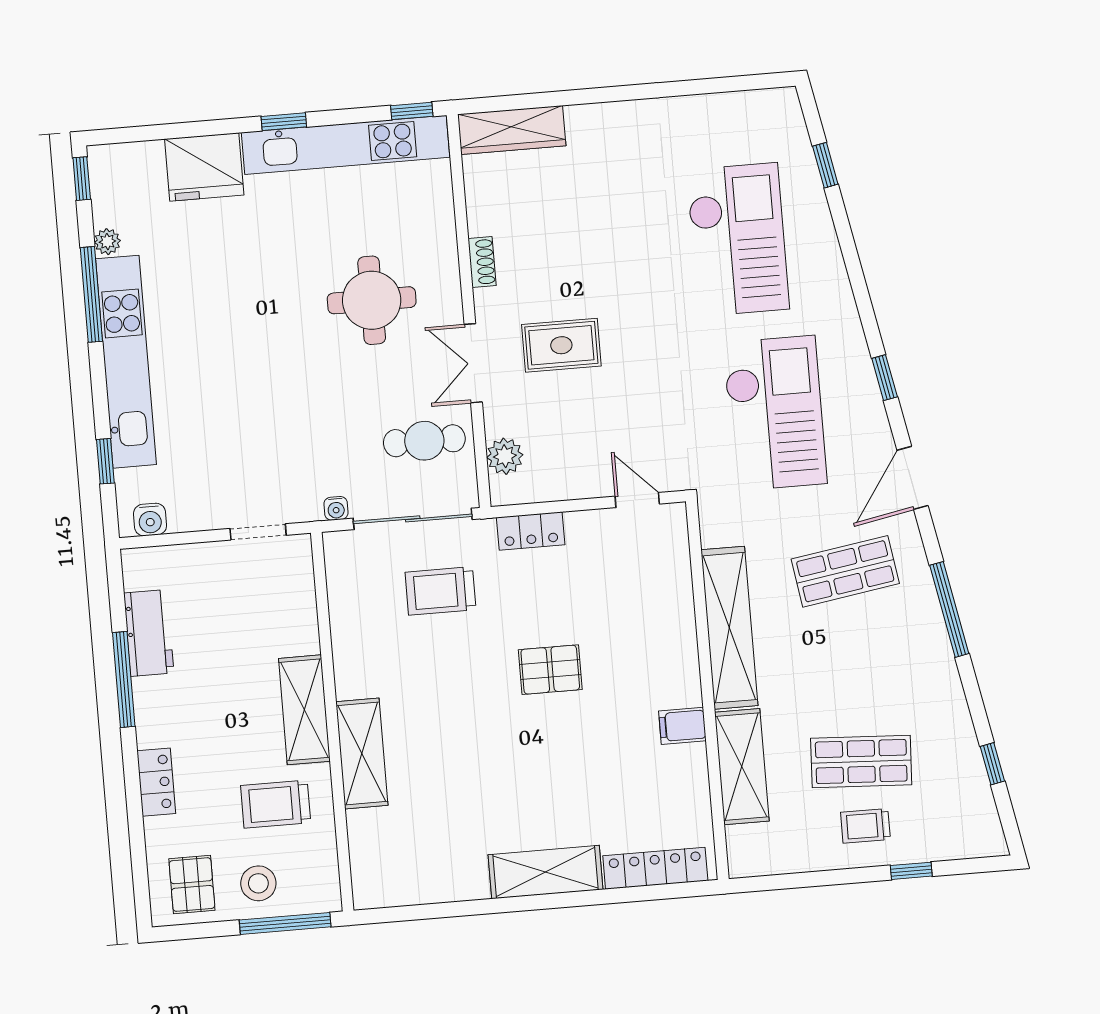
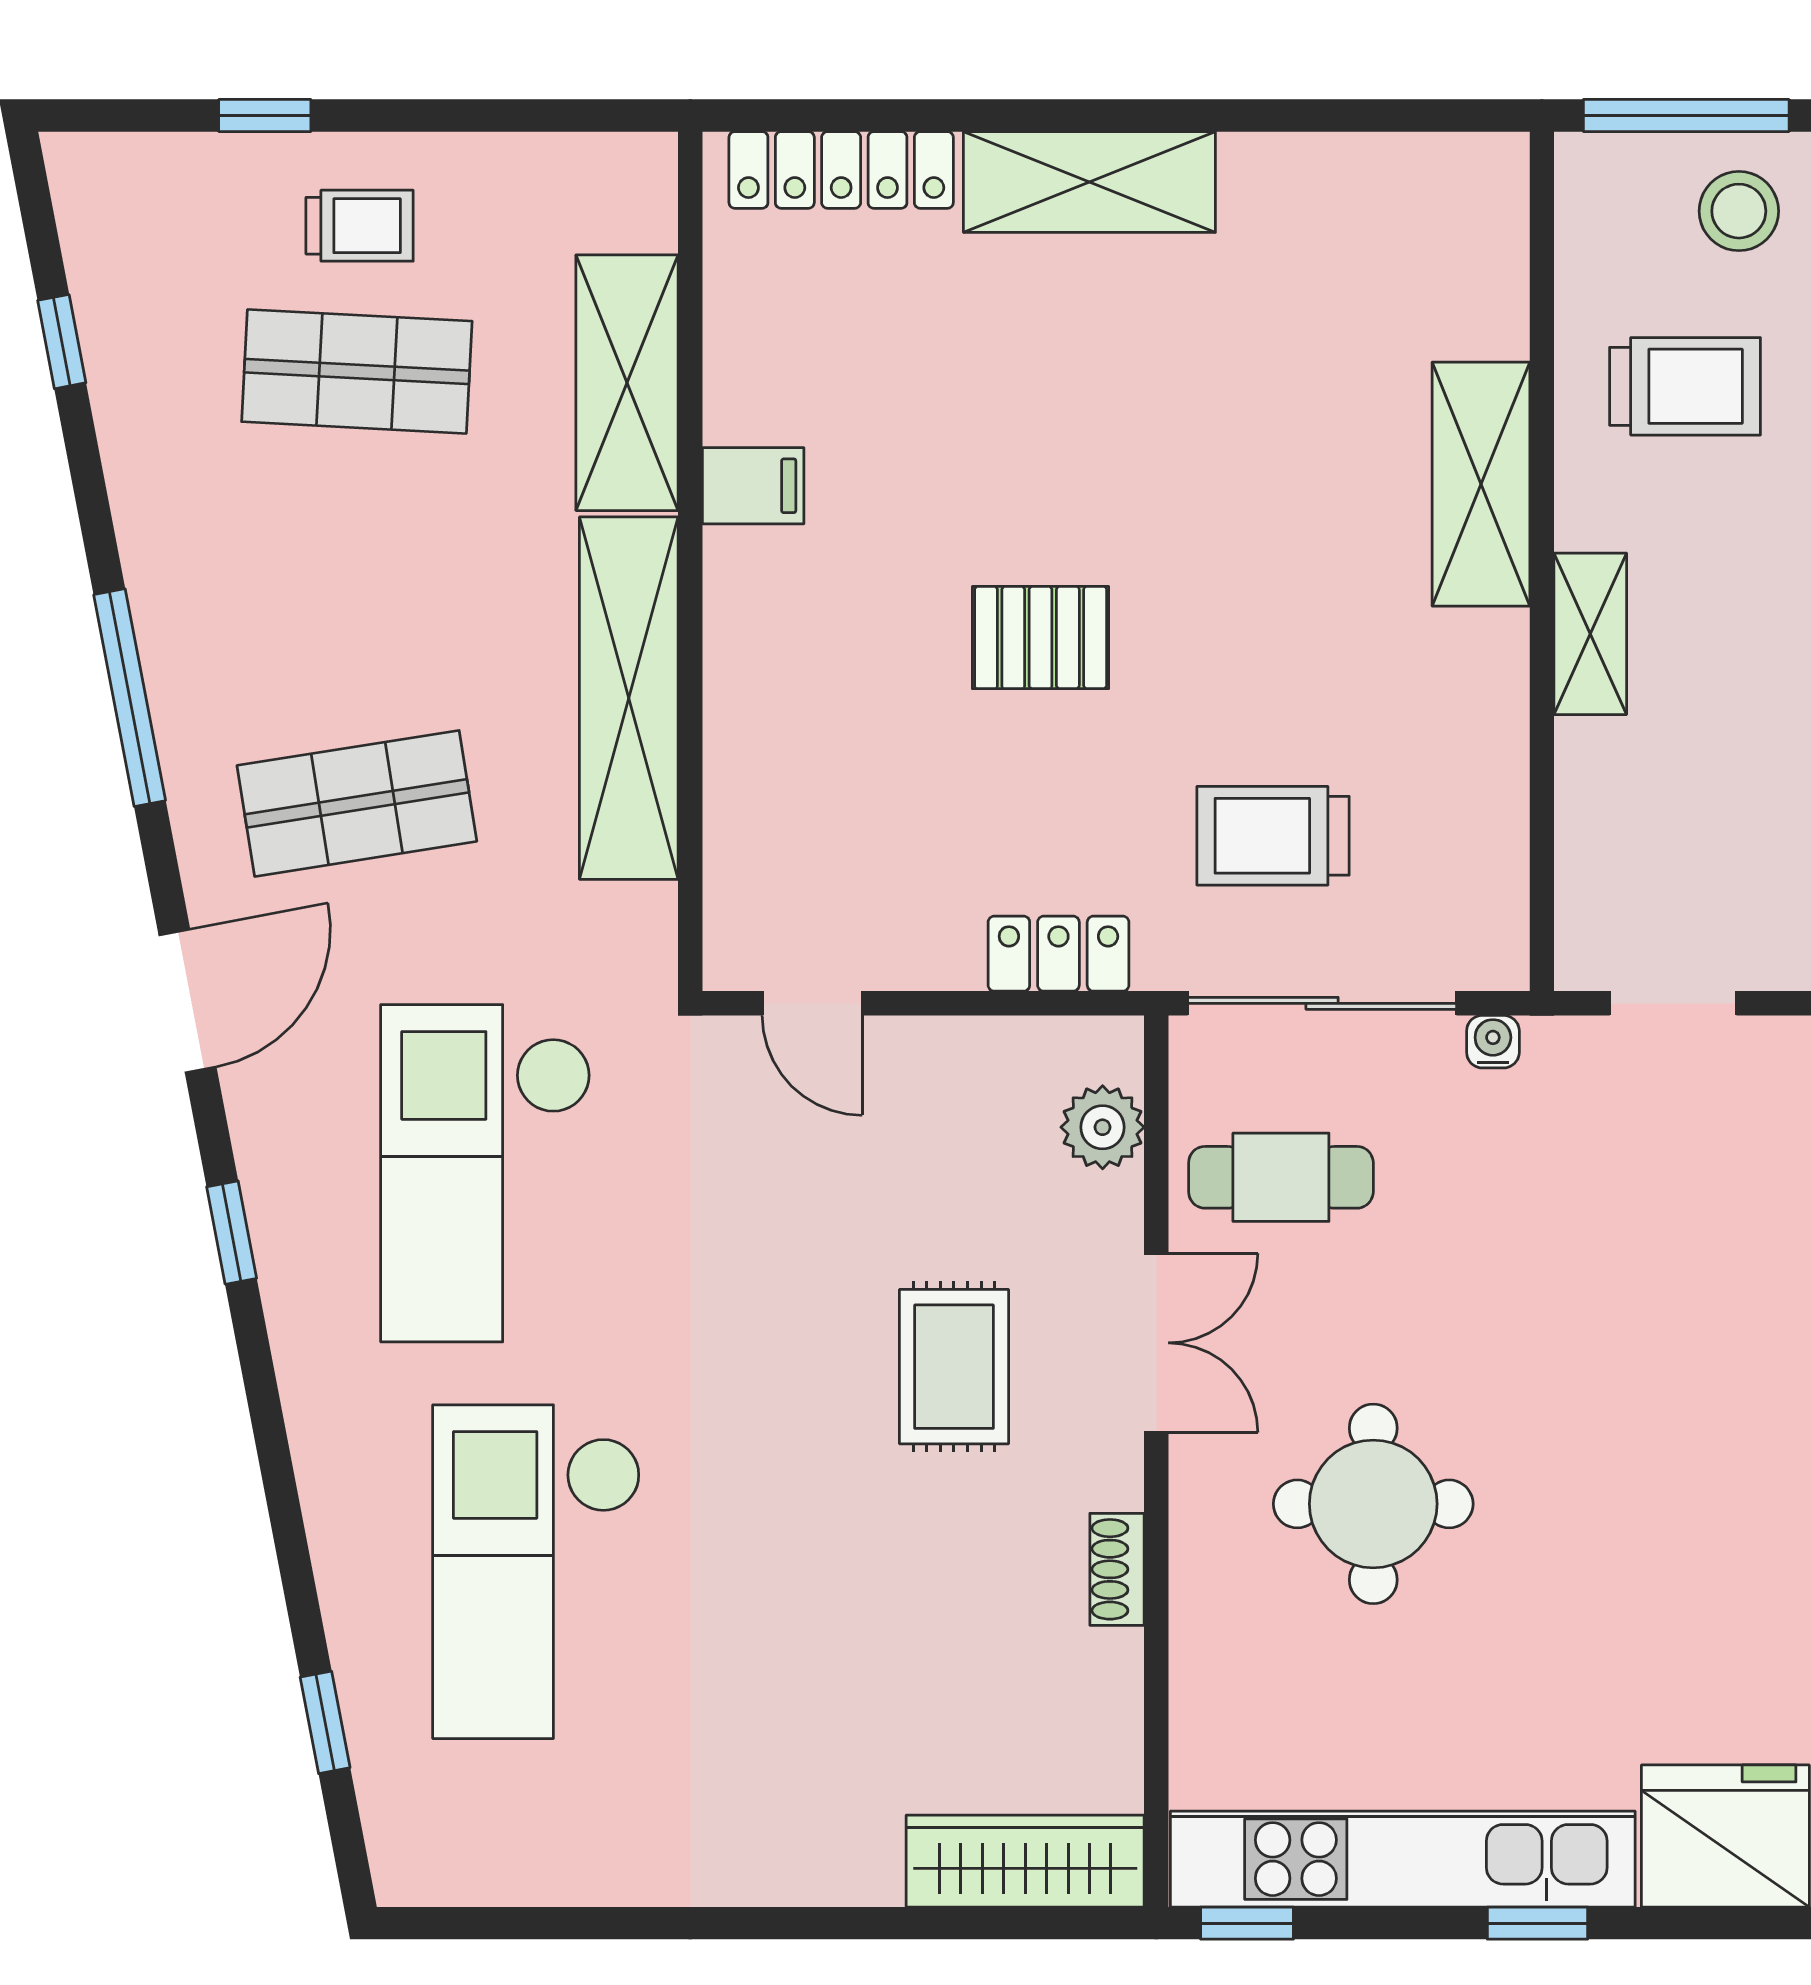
rug: (561, 345) -> (954, 1367), turned 90
trolley: (440, 591) -> (1273, 836), turned 180
shelving: (304, 710) -> (1590, 634), width x0.67, depth x0.75

